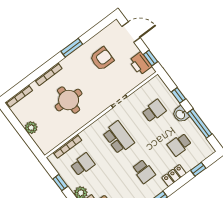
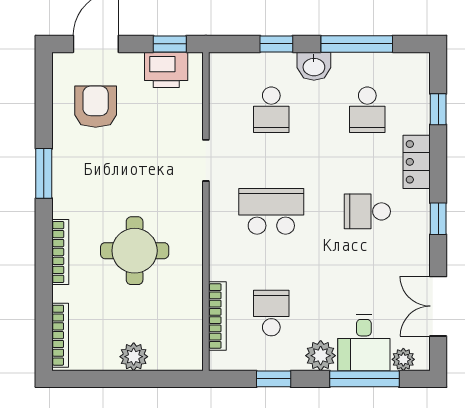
armchair: (102, 59) -> (96, 107), moved
school desk: (154, 111) -> (271, 110), turned 180
school desk: (144, 171) -> (367, 211), turned 180

